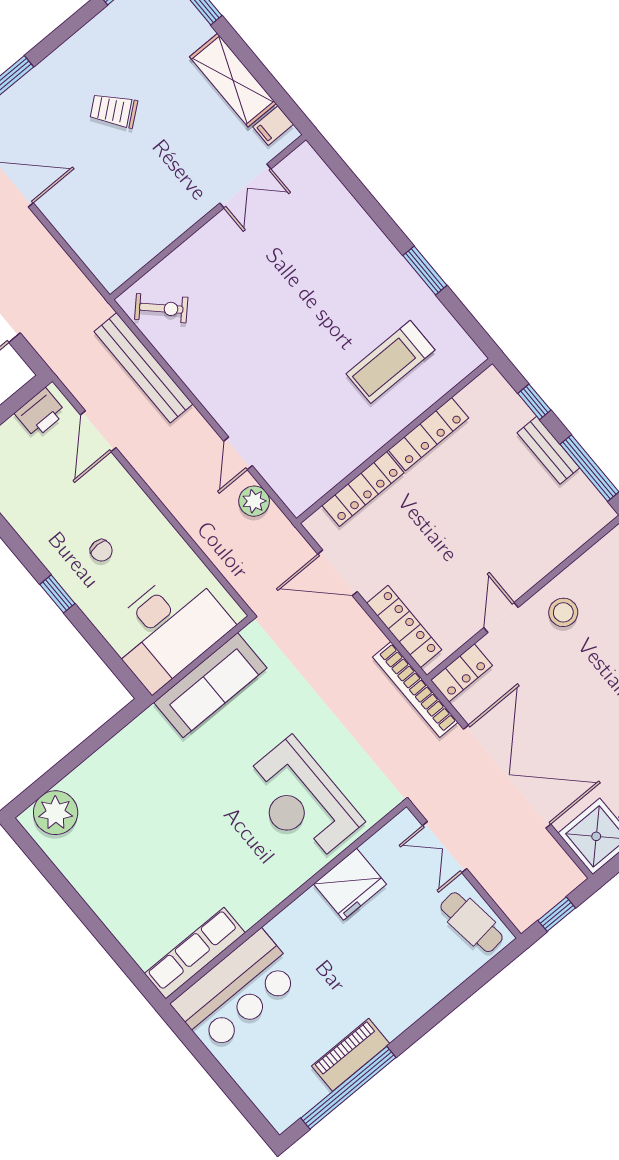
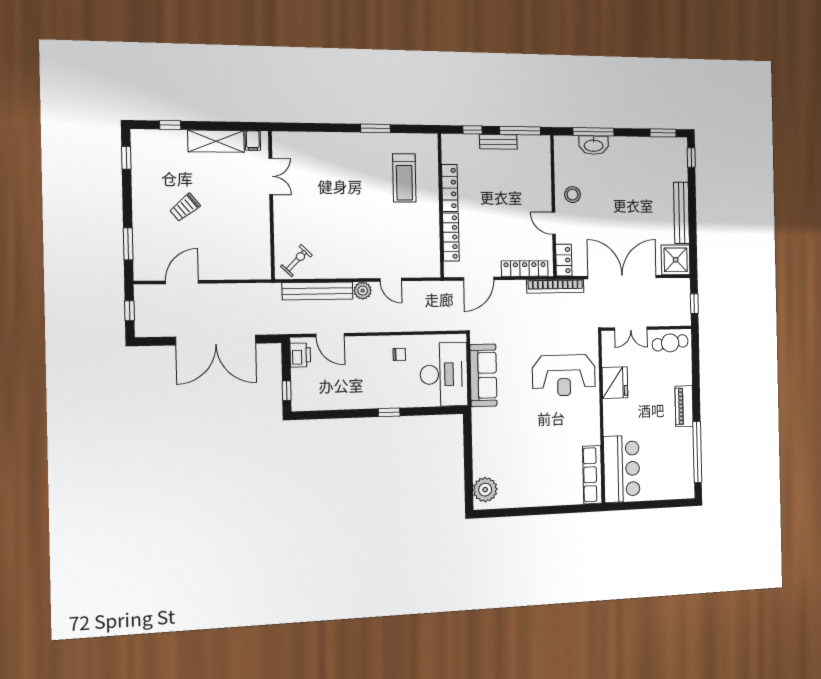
plant: (254, 501) -> (363, 291), moved
chair: (101, 550) -> (399, 354), moved
piano: (351, 1055) -> (684, 406), moved

